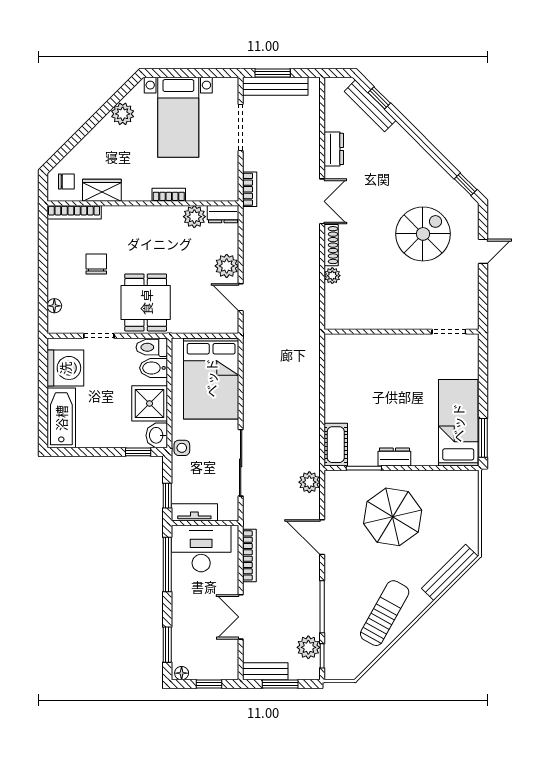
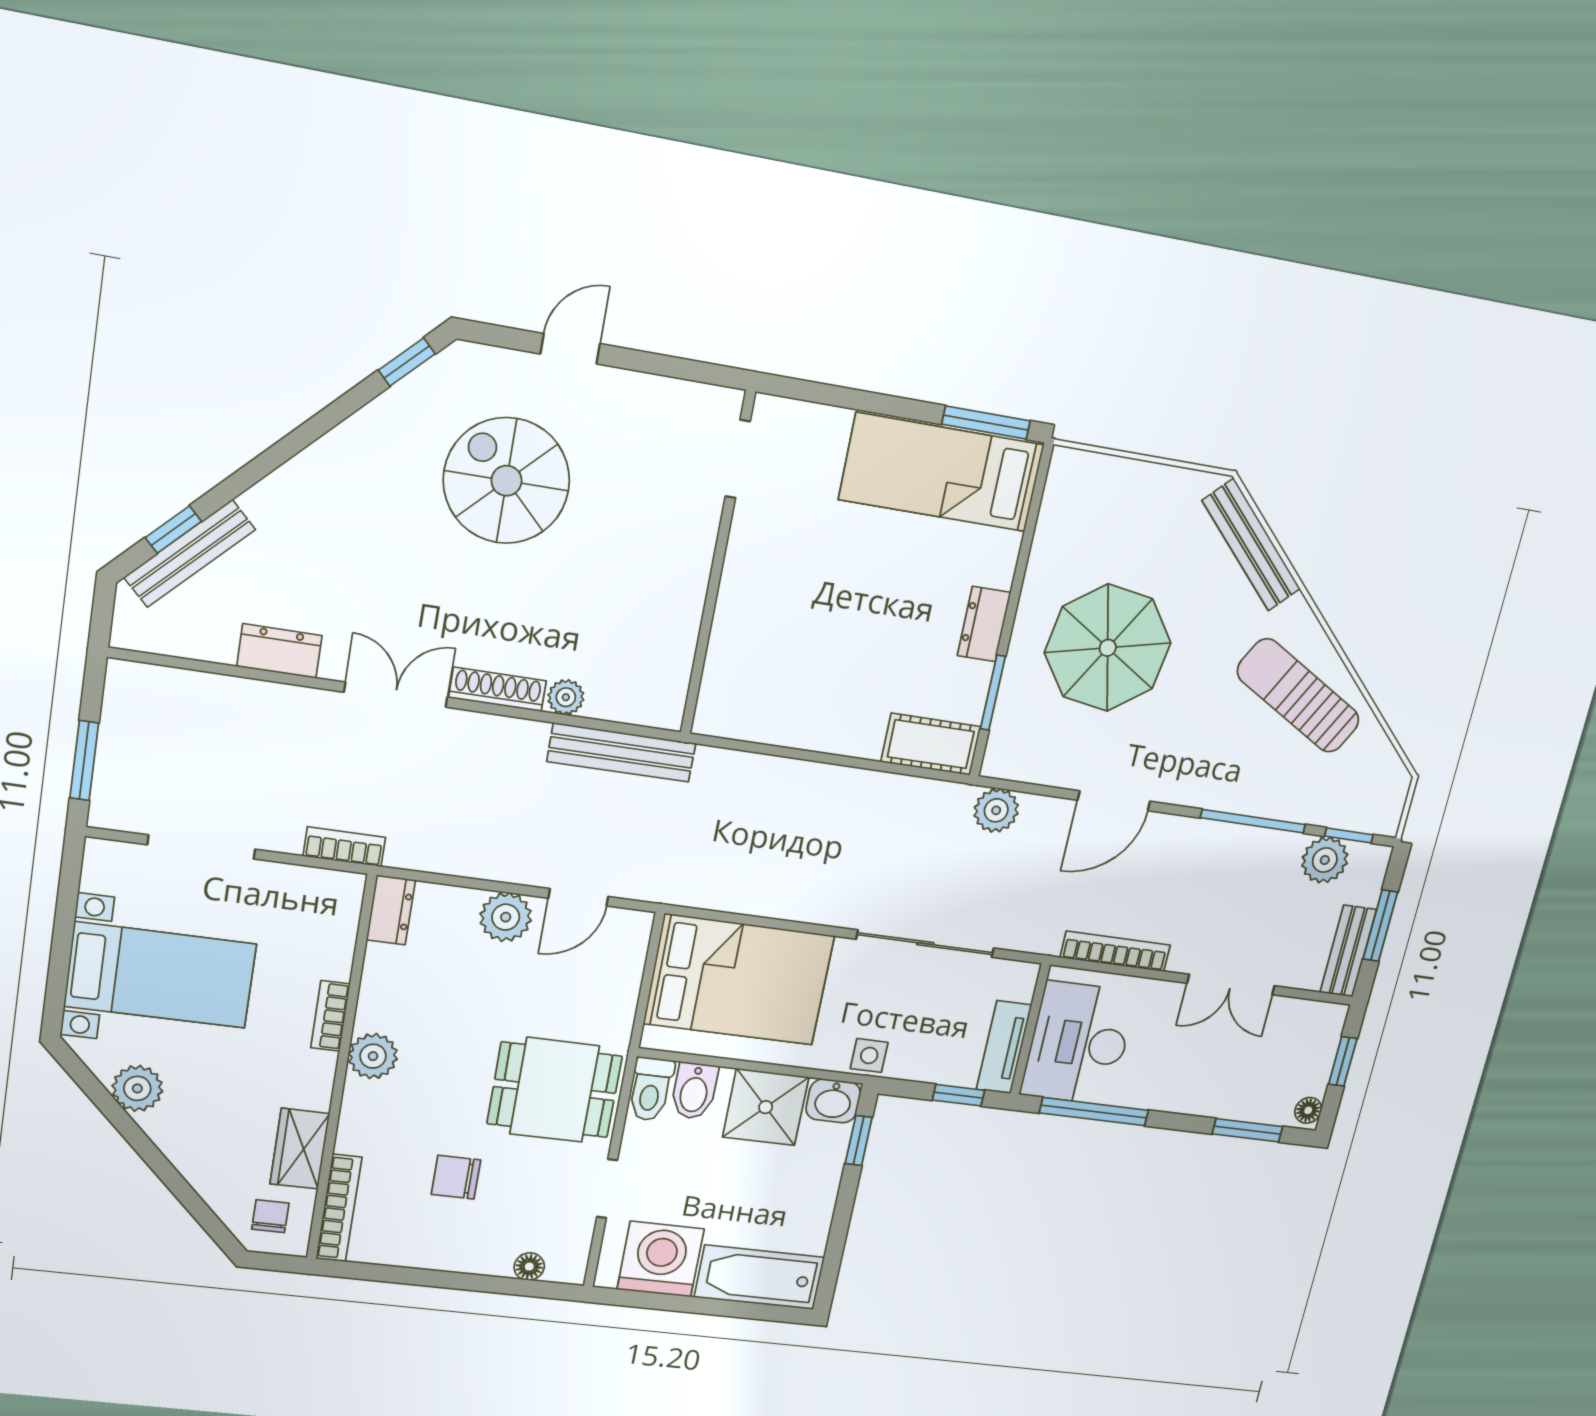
bench: (275, 86) -> (621, 752), moved, turned 90
plant: (194, 217) -> (373, 1056), moved
door: (483, 251) -> (570, 349), hinge flipped

